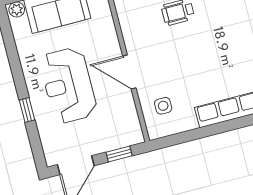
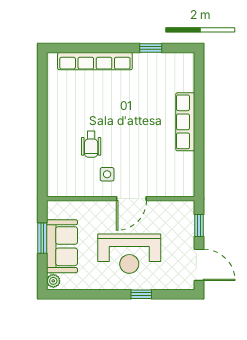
side table: (163, 106) -> (107, 174), moved

